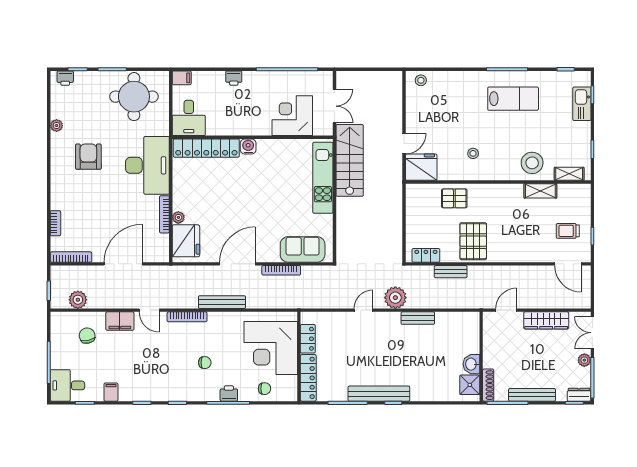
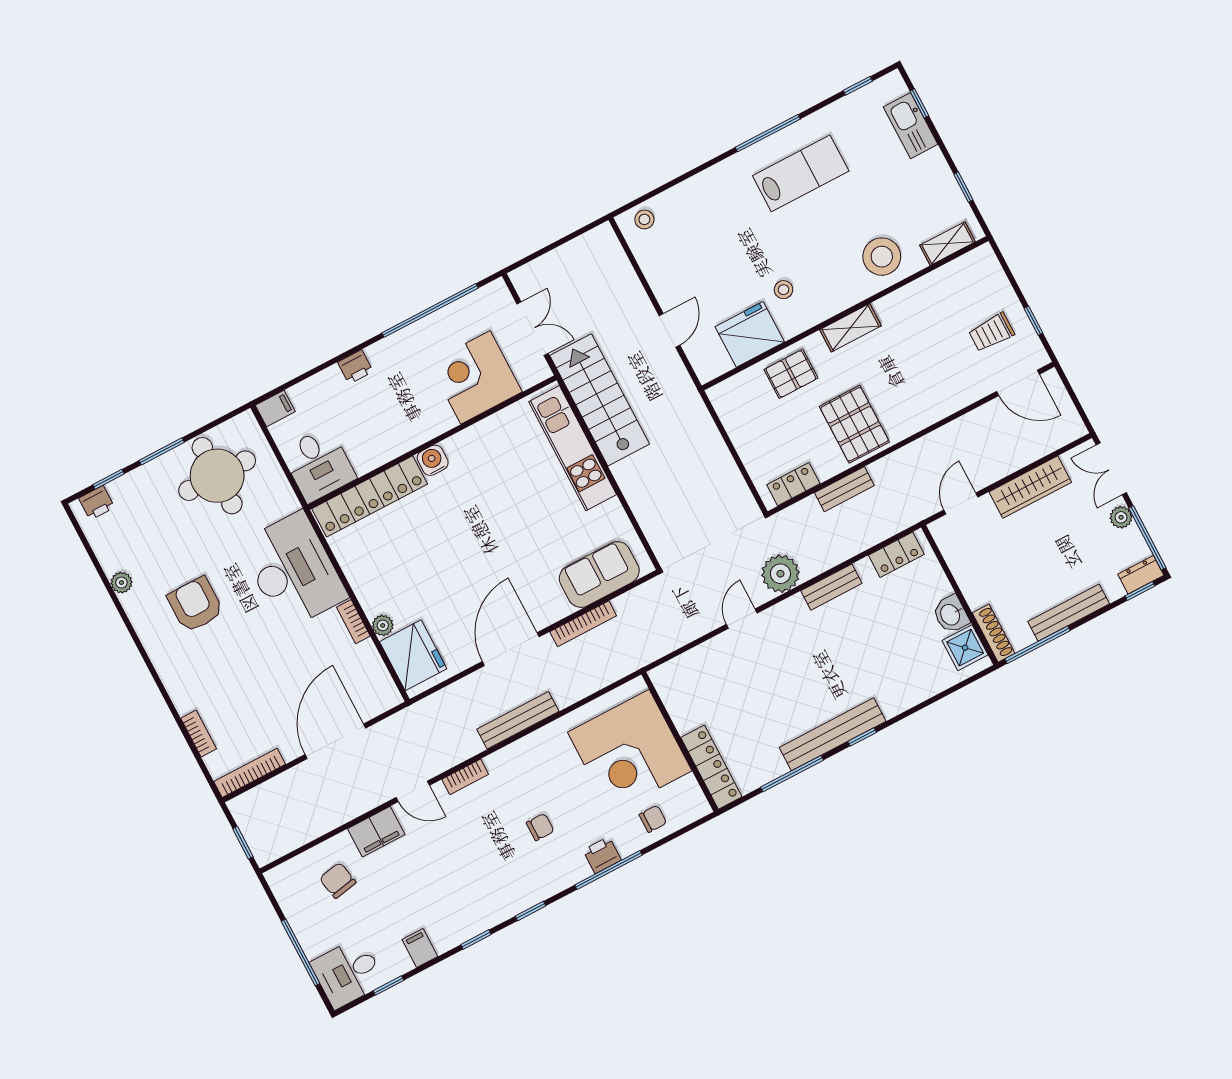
fridge: (421, 167) -> (750, 334), moved
shelving: (540, 191) -> (851, 328), moved
bookcase: (164, 214) -> (353, 622), width x0.64
plant: (78, 300) -> (295, 833), removed
bookcase: (187, 317) -> (465, 777), width x0.64
locker: (308, 339) -> (896, 555), moved, turned 90

